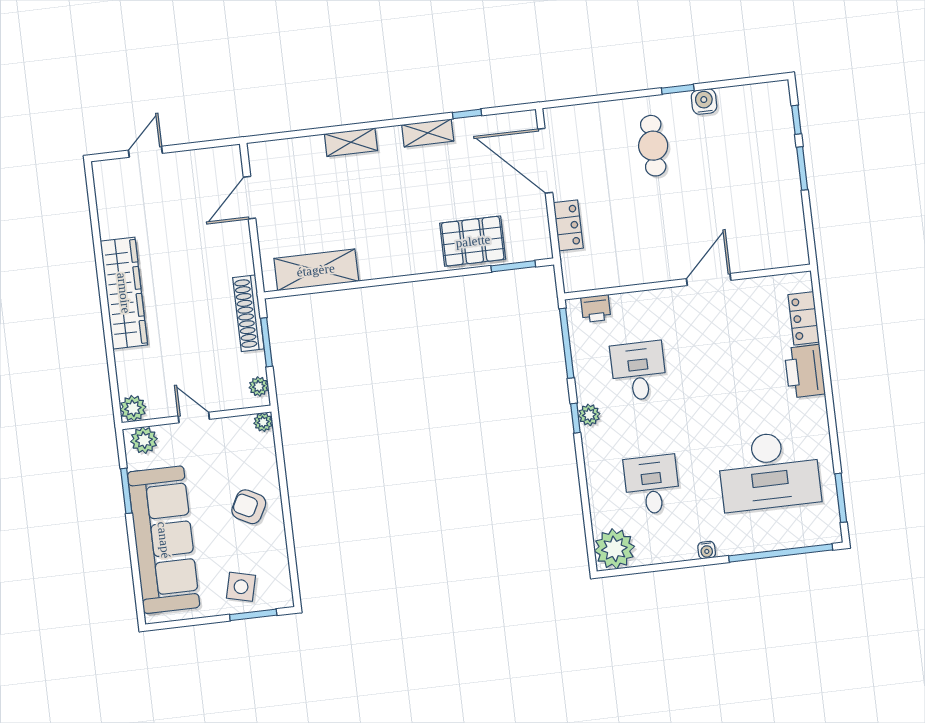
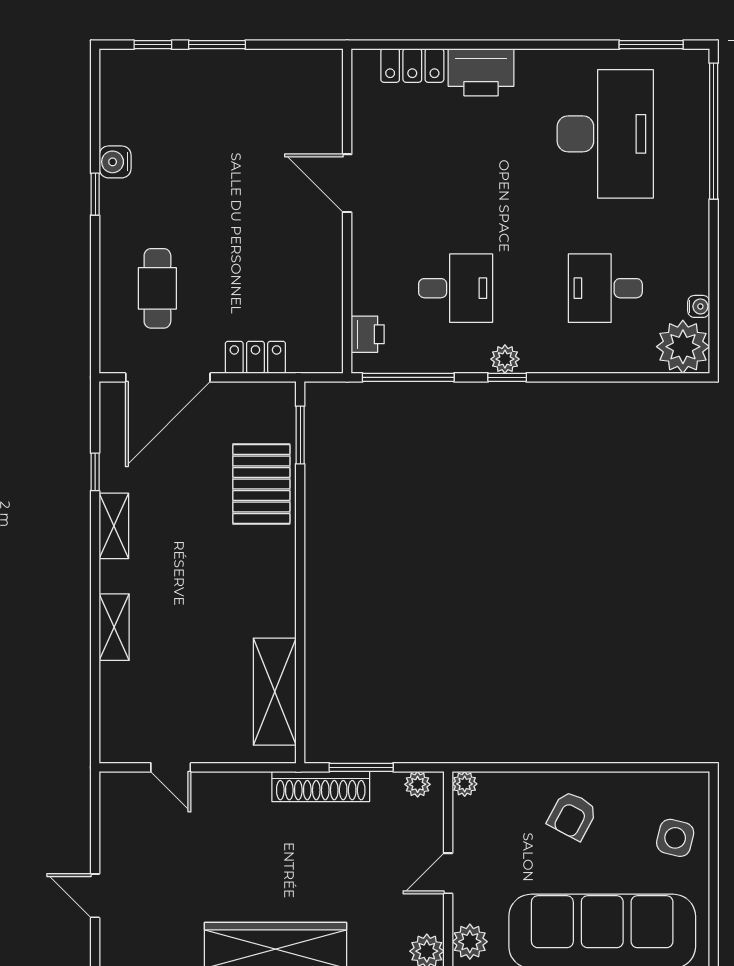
cafe table: (653, 146) -> (157, 288), moved, turned 90
door: (250, 198) -> (171, 767), width x0.73
desk: (639, 371) -> (456, 288), turned 180
water cooler: (707, 550) -> (699, 306), moved
window: (253, 615) -> (714, 826), removed

